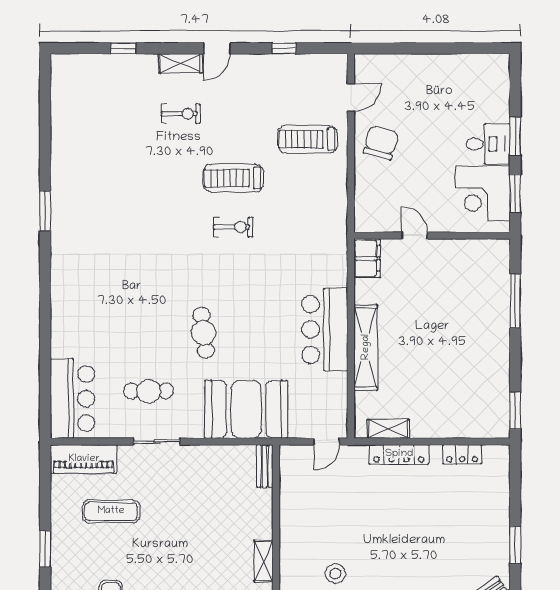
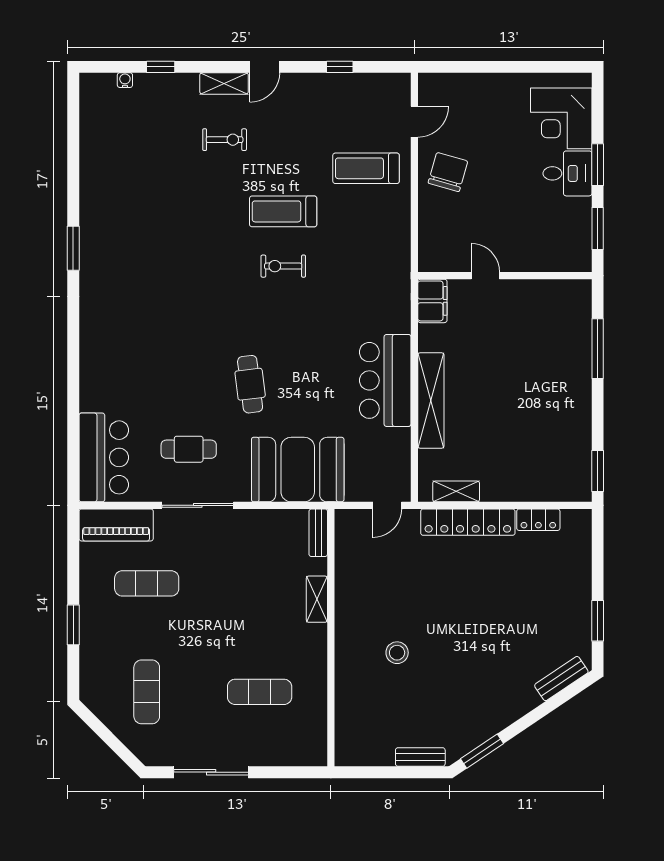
water cooler: (91, 60) -> (125, 80), added
corner desk: (483, 193) -> (561, 118), moved
exercise bike: (233, 227) -> (283, 266), turned 180
sliding door: (157, 441) -> (198, 505), width x1.37
locker: (399, 454) -> (468, 522), width x1.41, depth x1.21
shelving: (263, 561) -> (317, 599), moved

